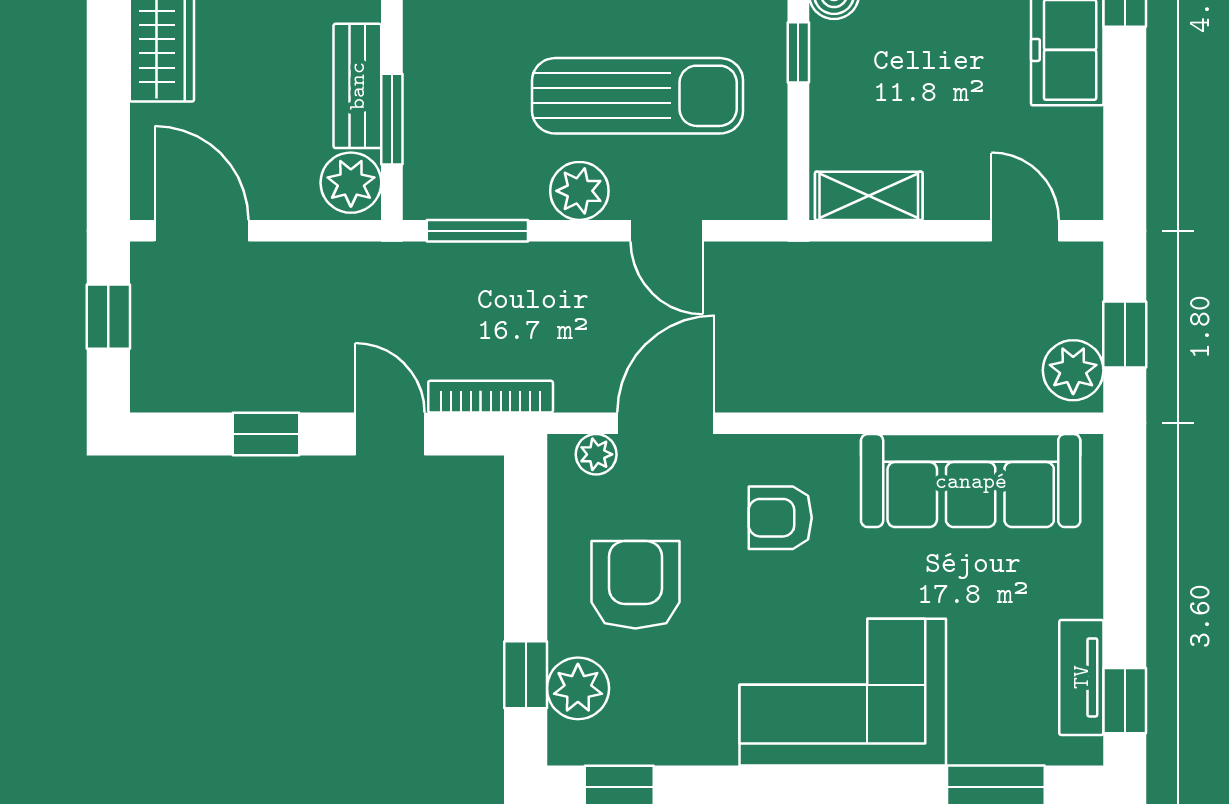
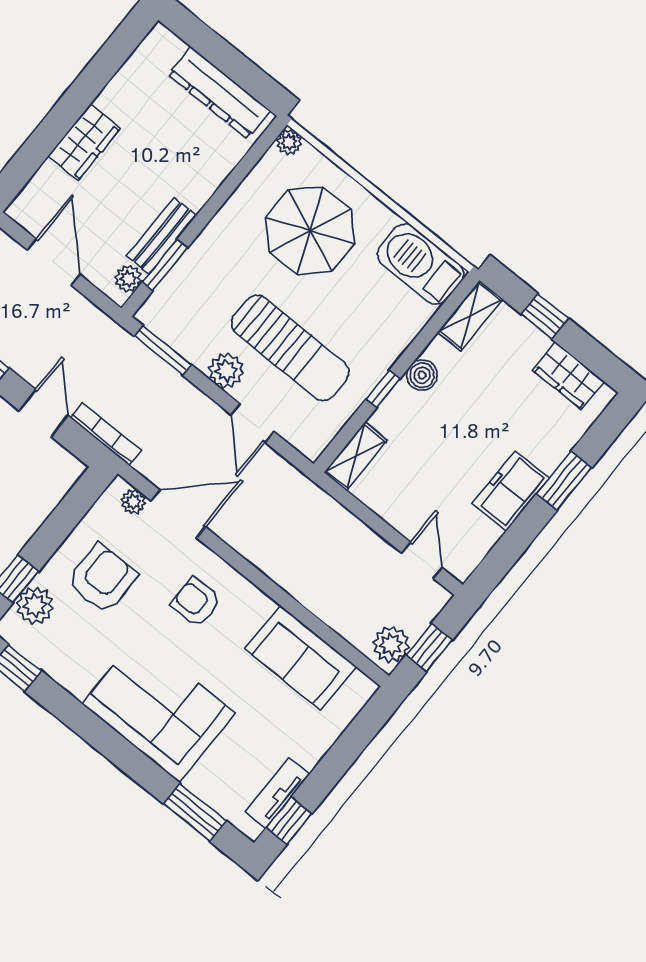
plant: (351, 183) -> (128, 278), width x0.73, depth x0.73
shelving: (869, 196) -> (356, 456), moved, turned 90
door: (202, 231) -> (54, 262), moved
sofa: (971, 481) -> (300, 658), width x0.73

